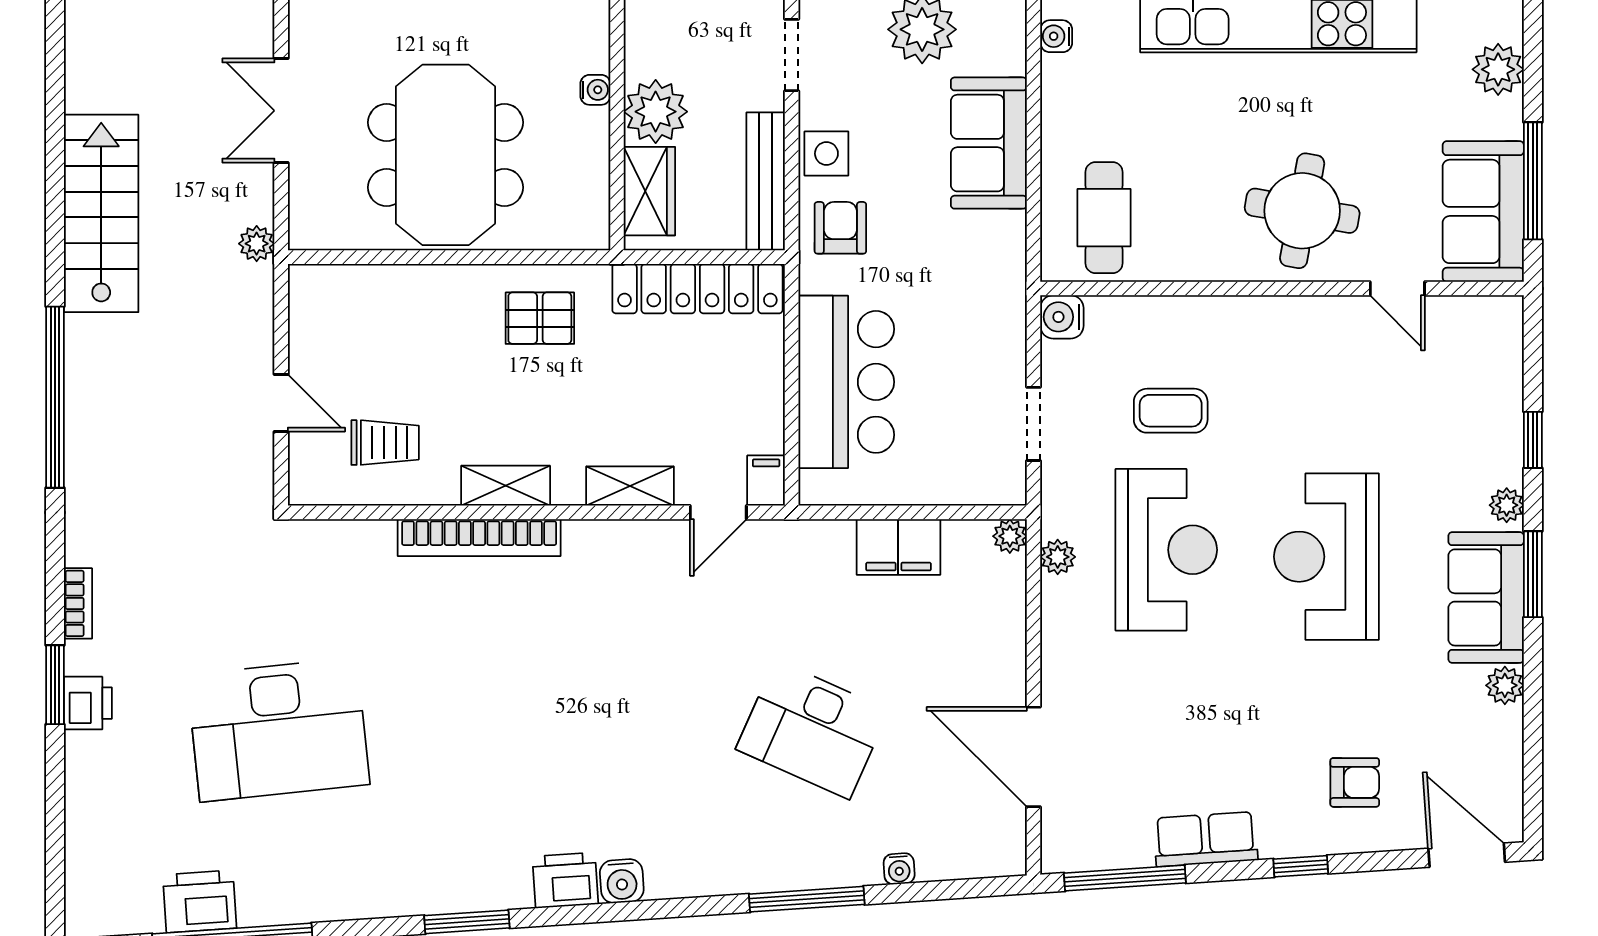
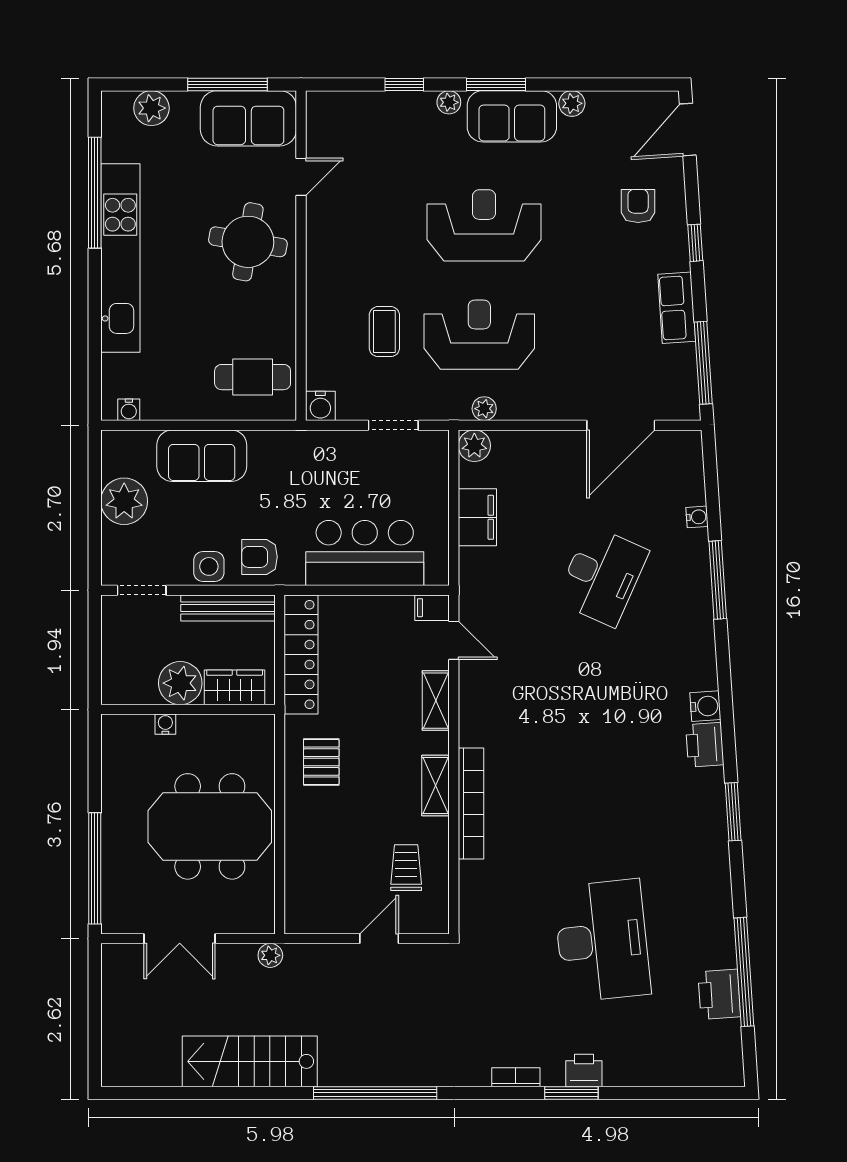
plant: (1010, 536) -> (474, 446), width x1.38, depth x1.38
reception desk: (1326, 557) -> (484, 225), turned 180

